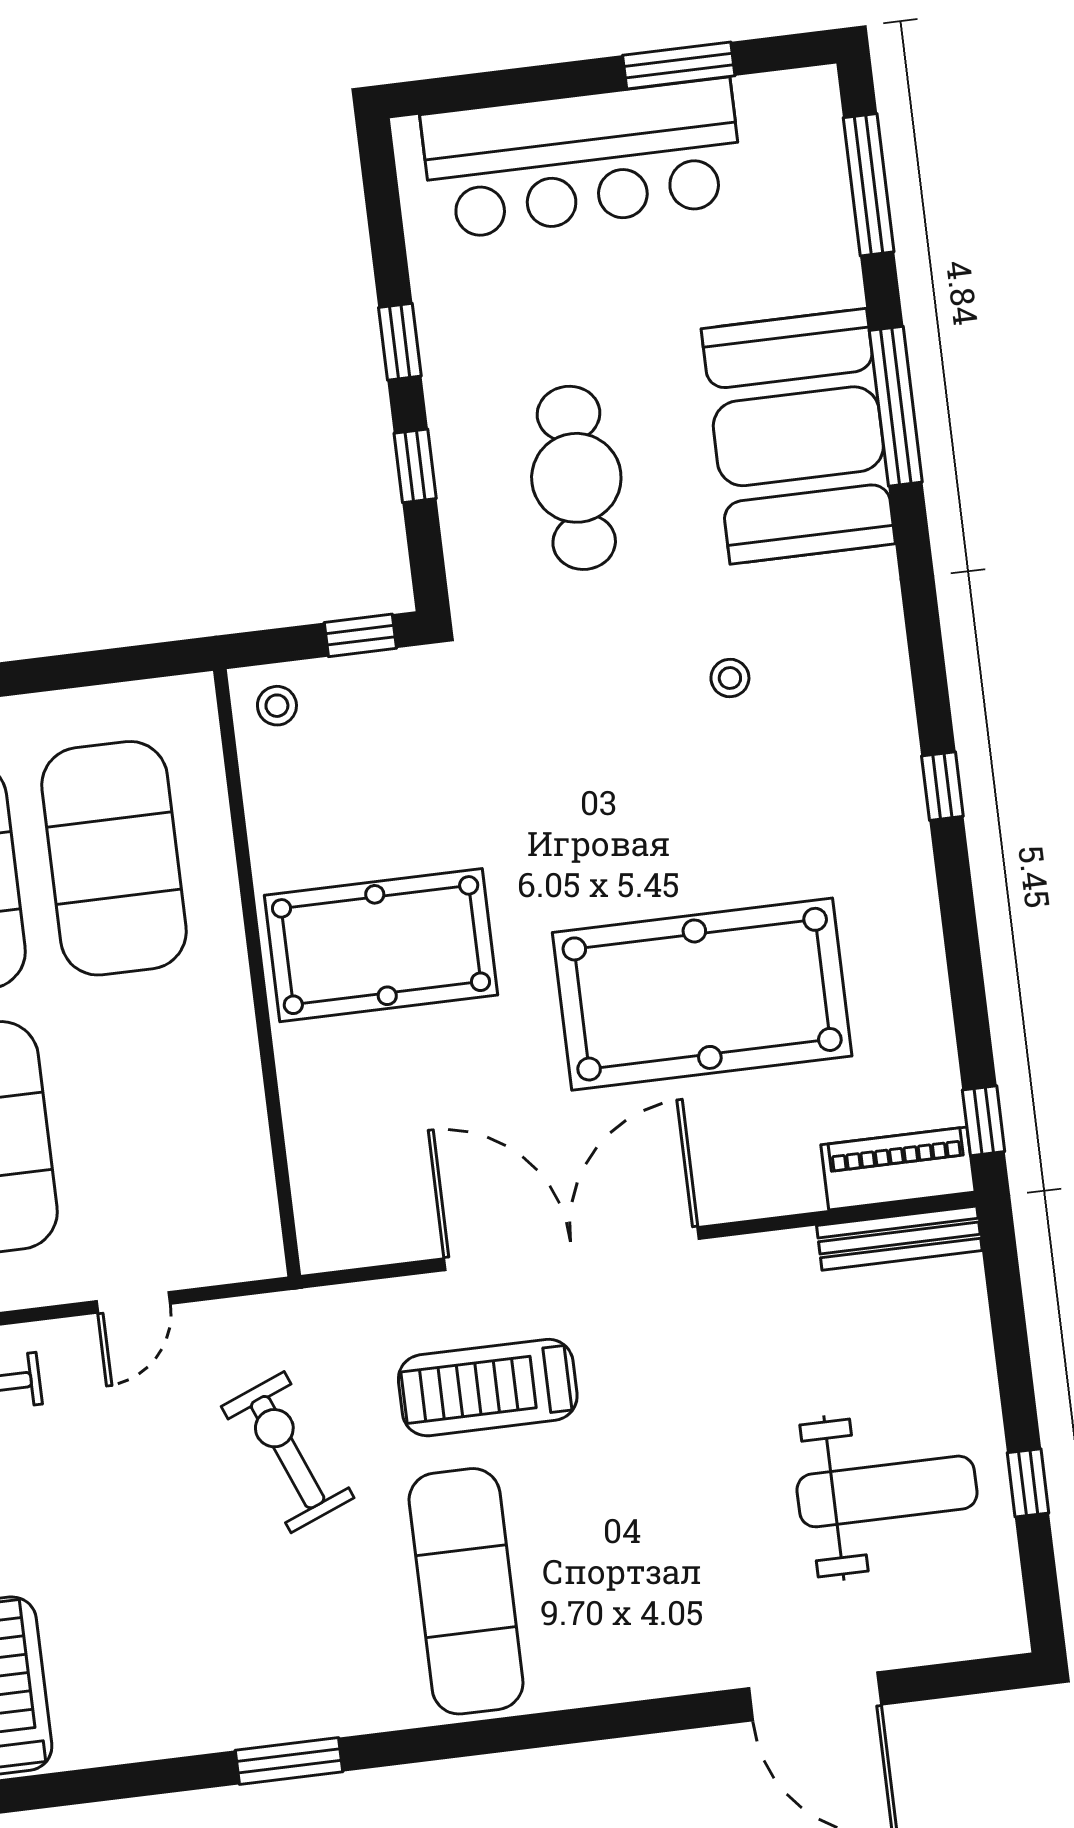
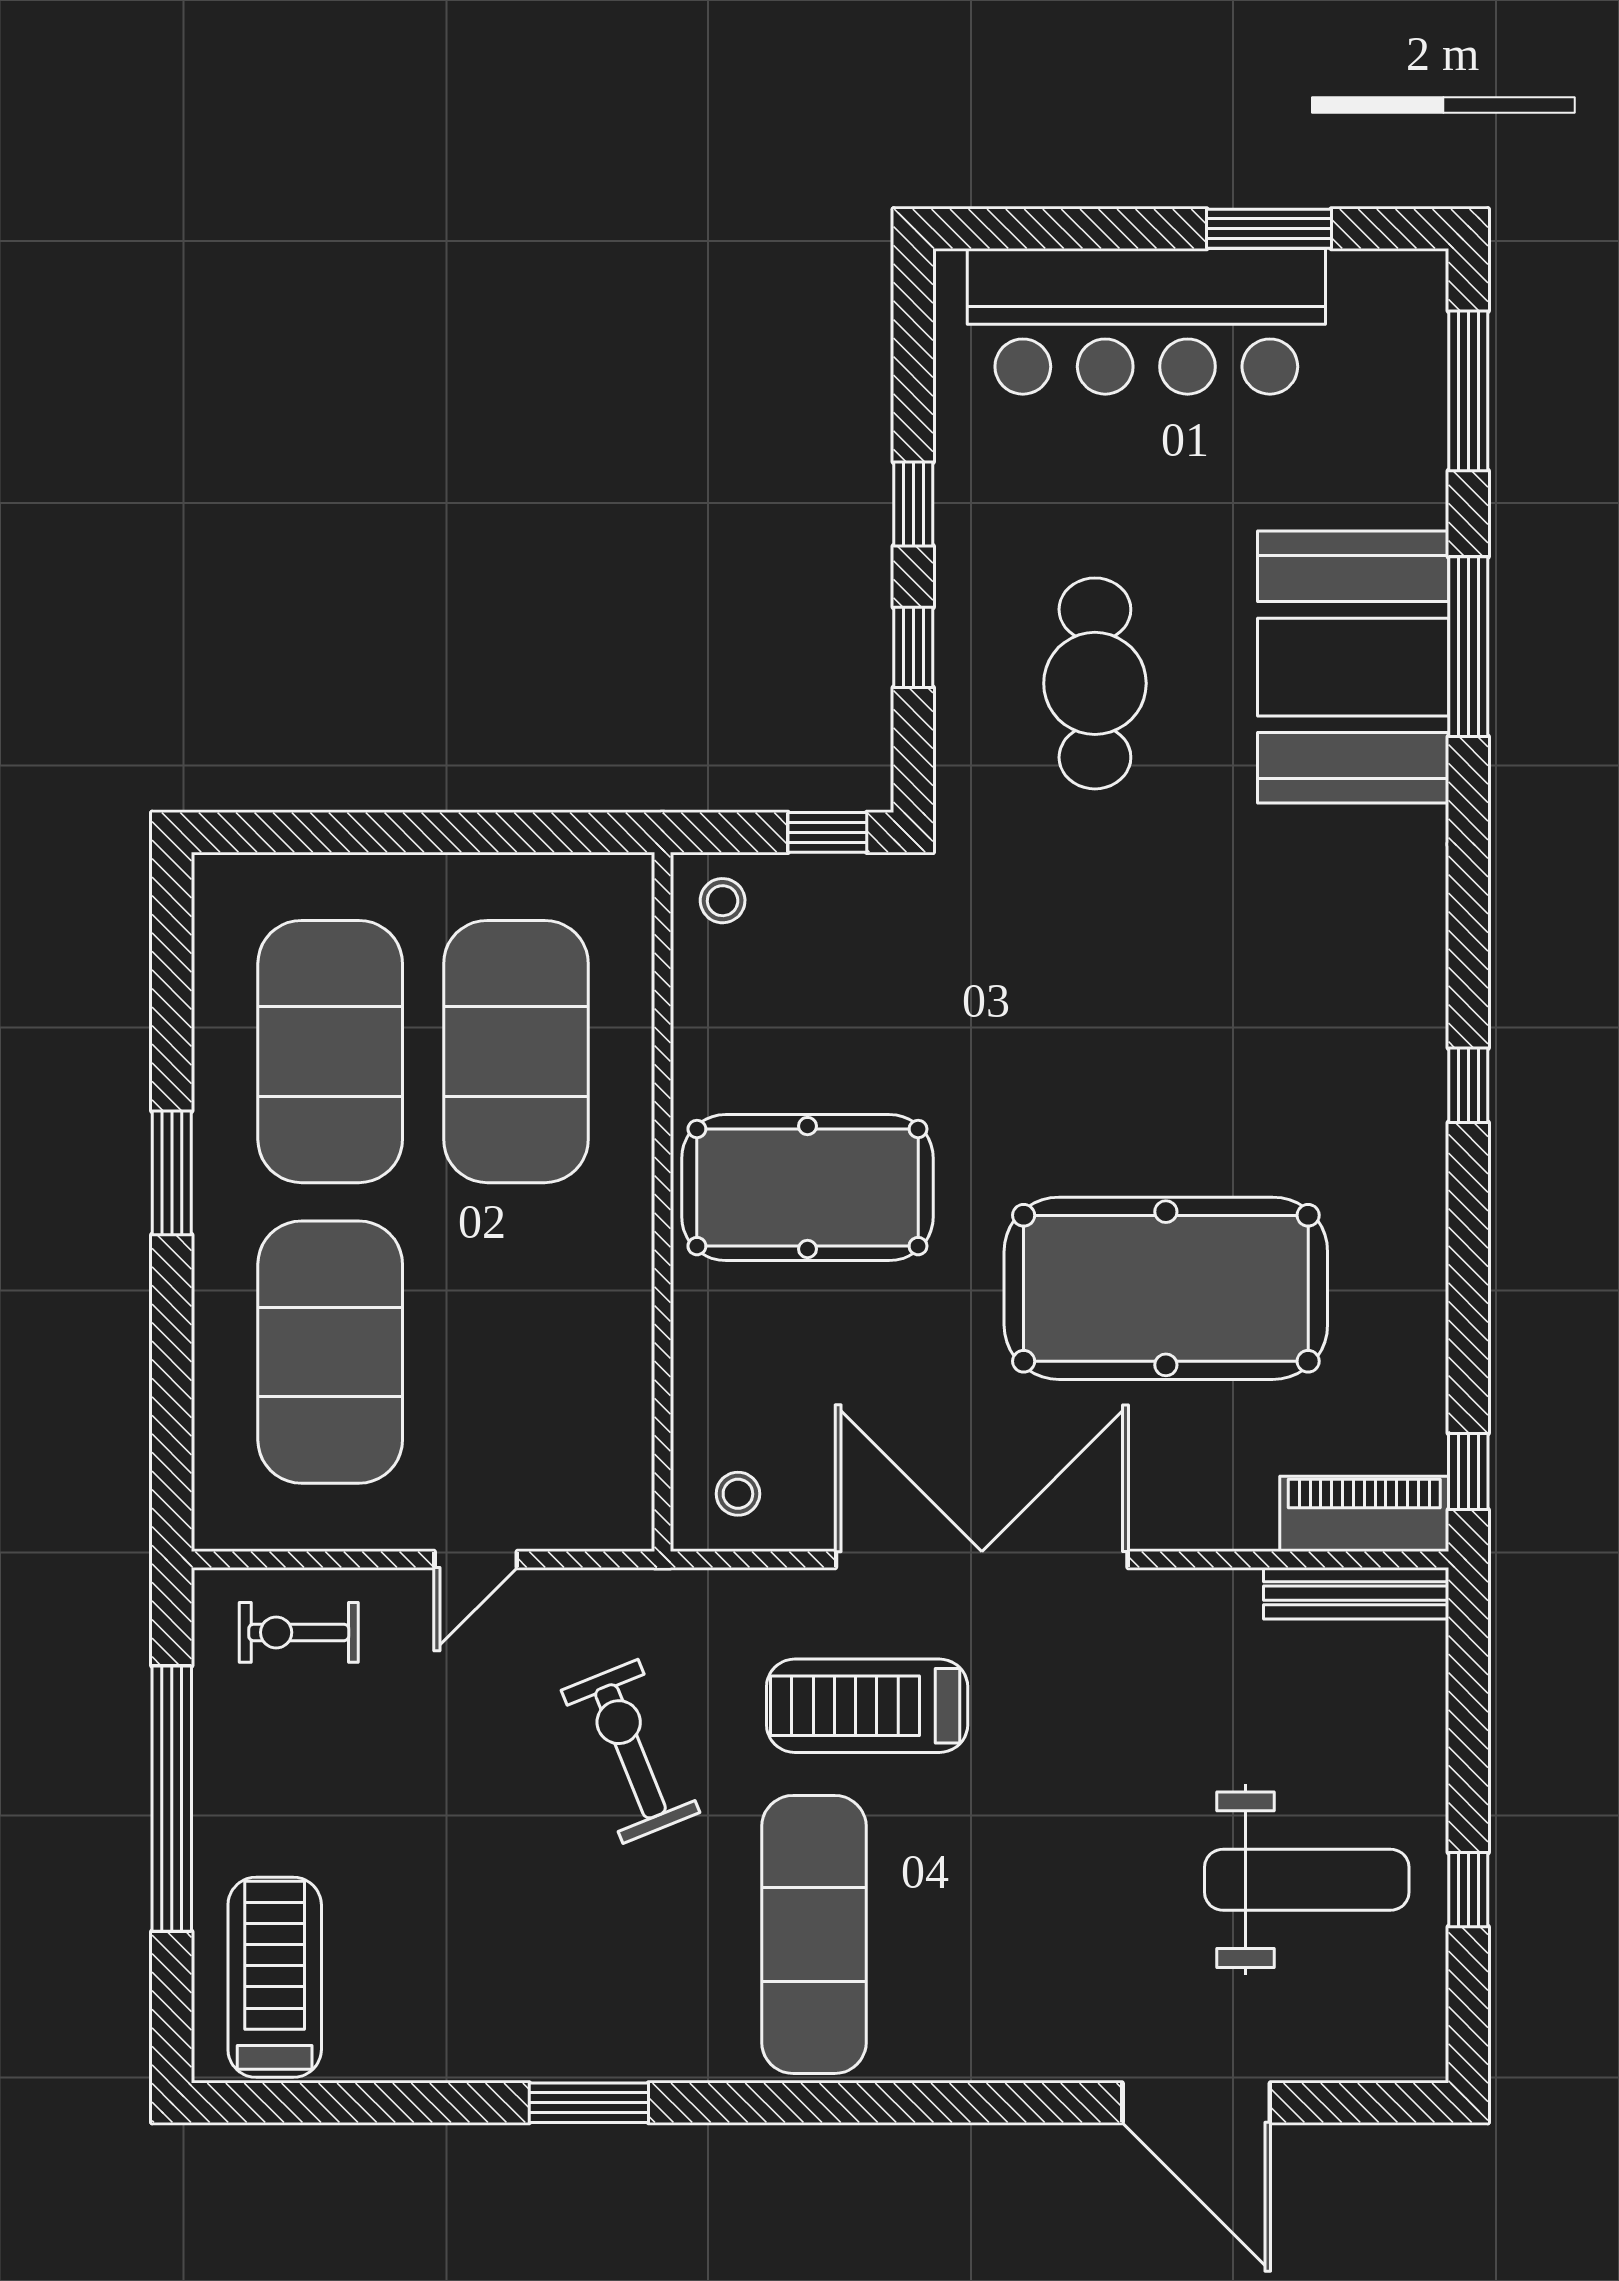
stool: (730, 678) -> (738, 1494), moved

